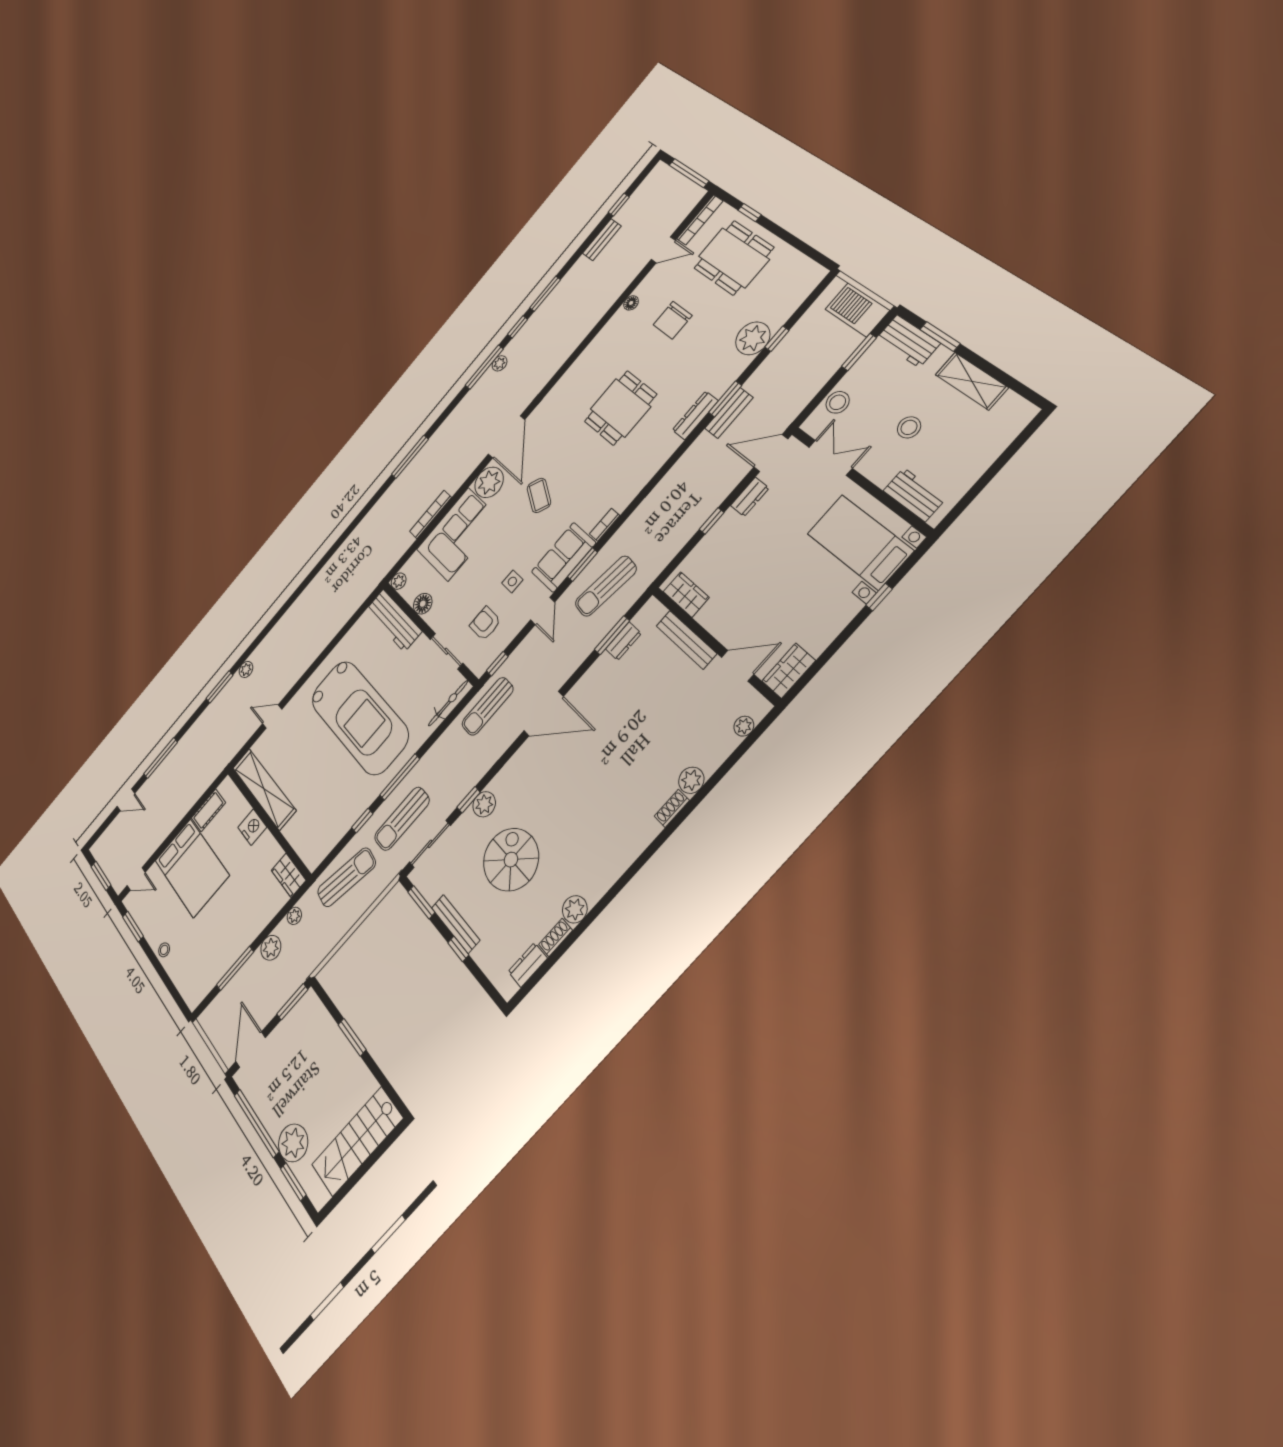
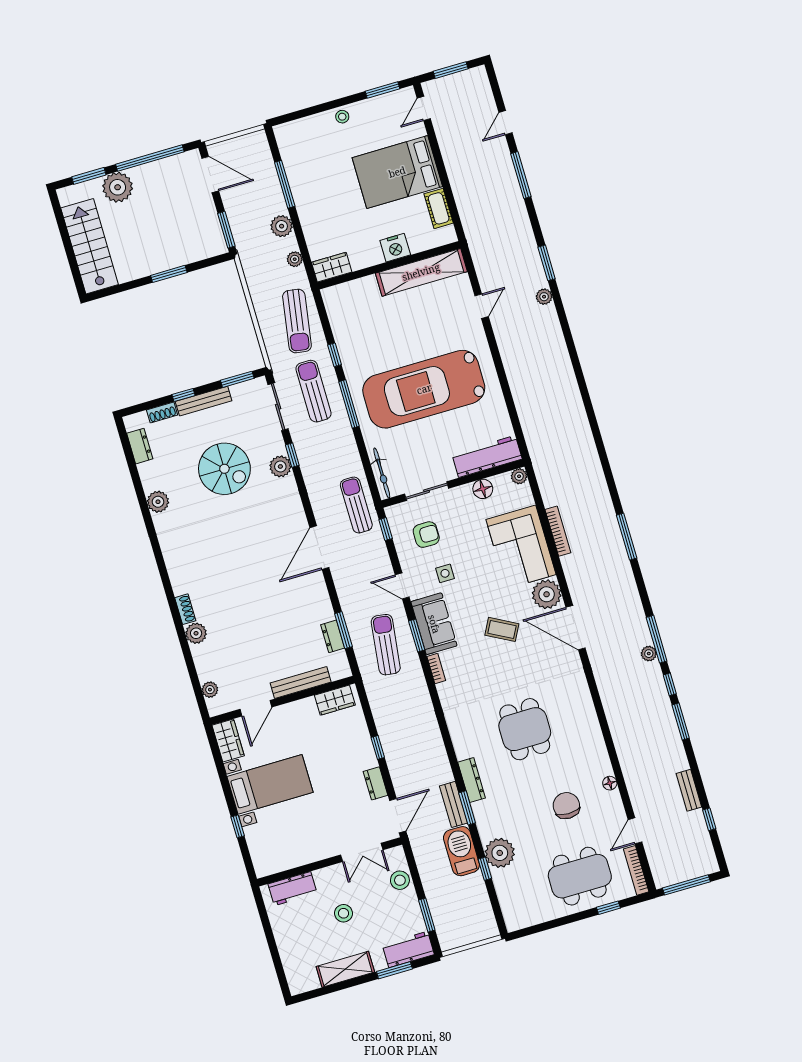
barbecue: (857, 310) -> (461, 851), moved, turned -90
bed with nightstands: (860, 542) -> (270, 784), moved
shoe rack: (556, 937) -> (162, 412), moved, turned 90

